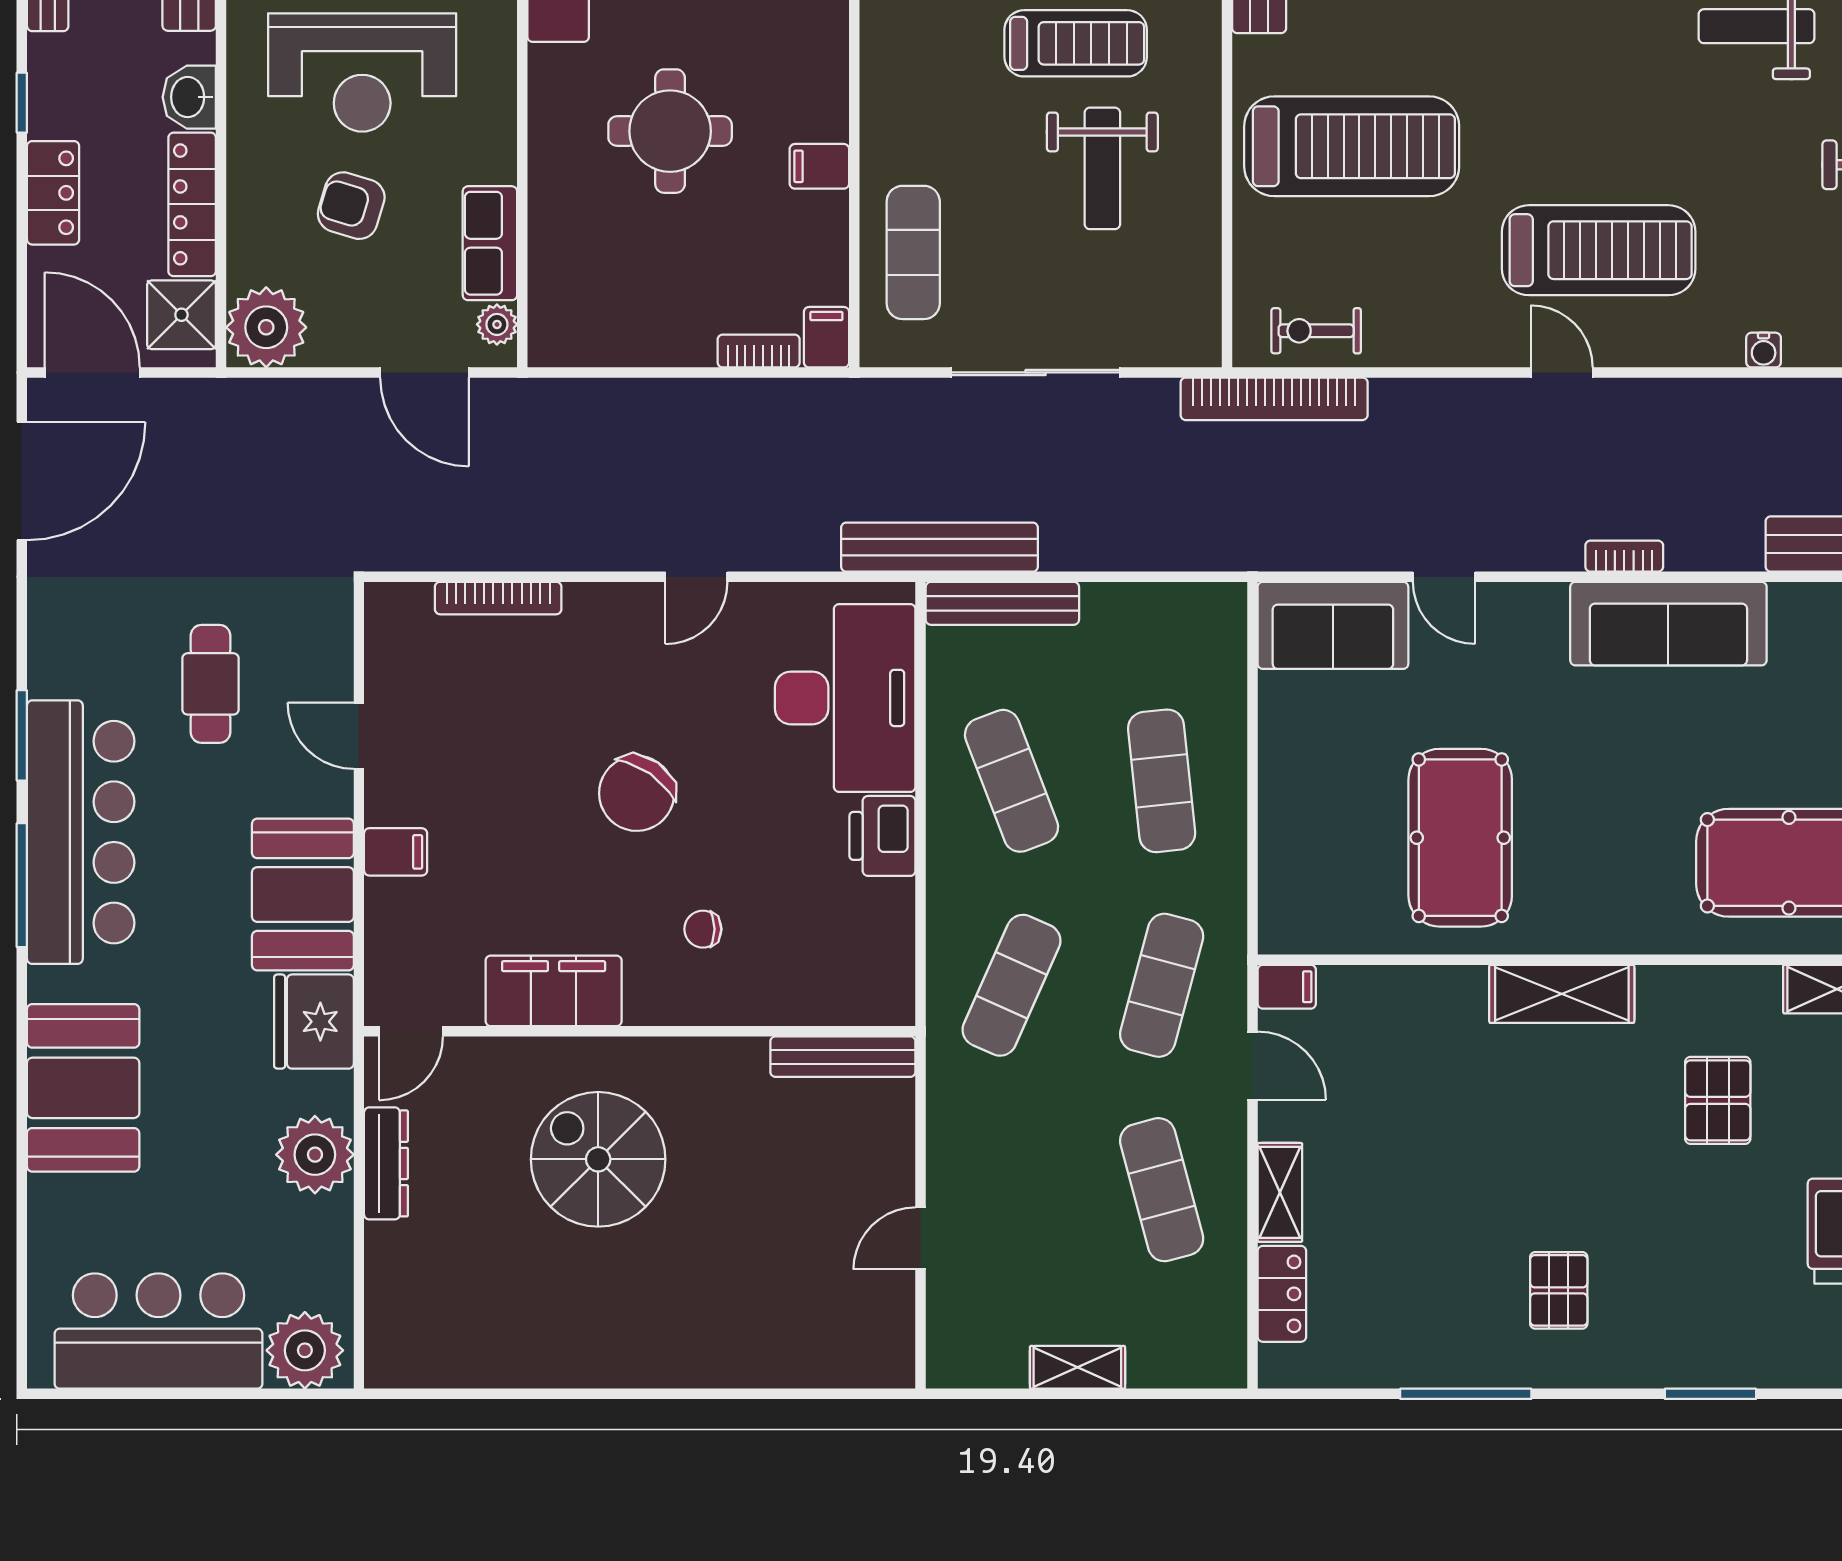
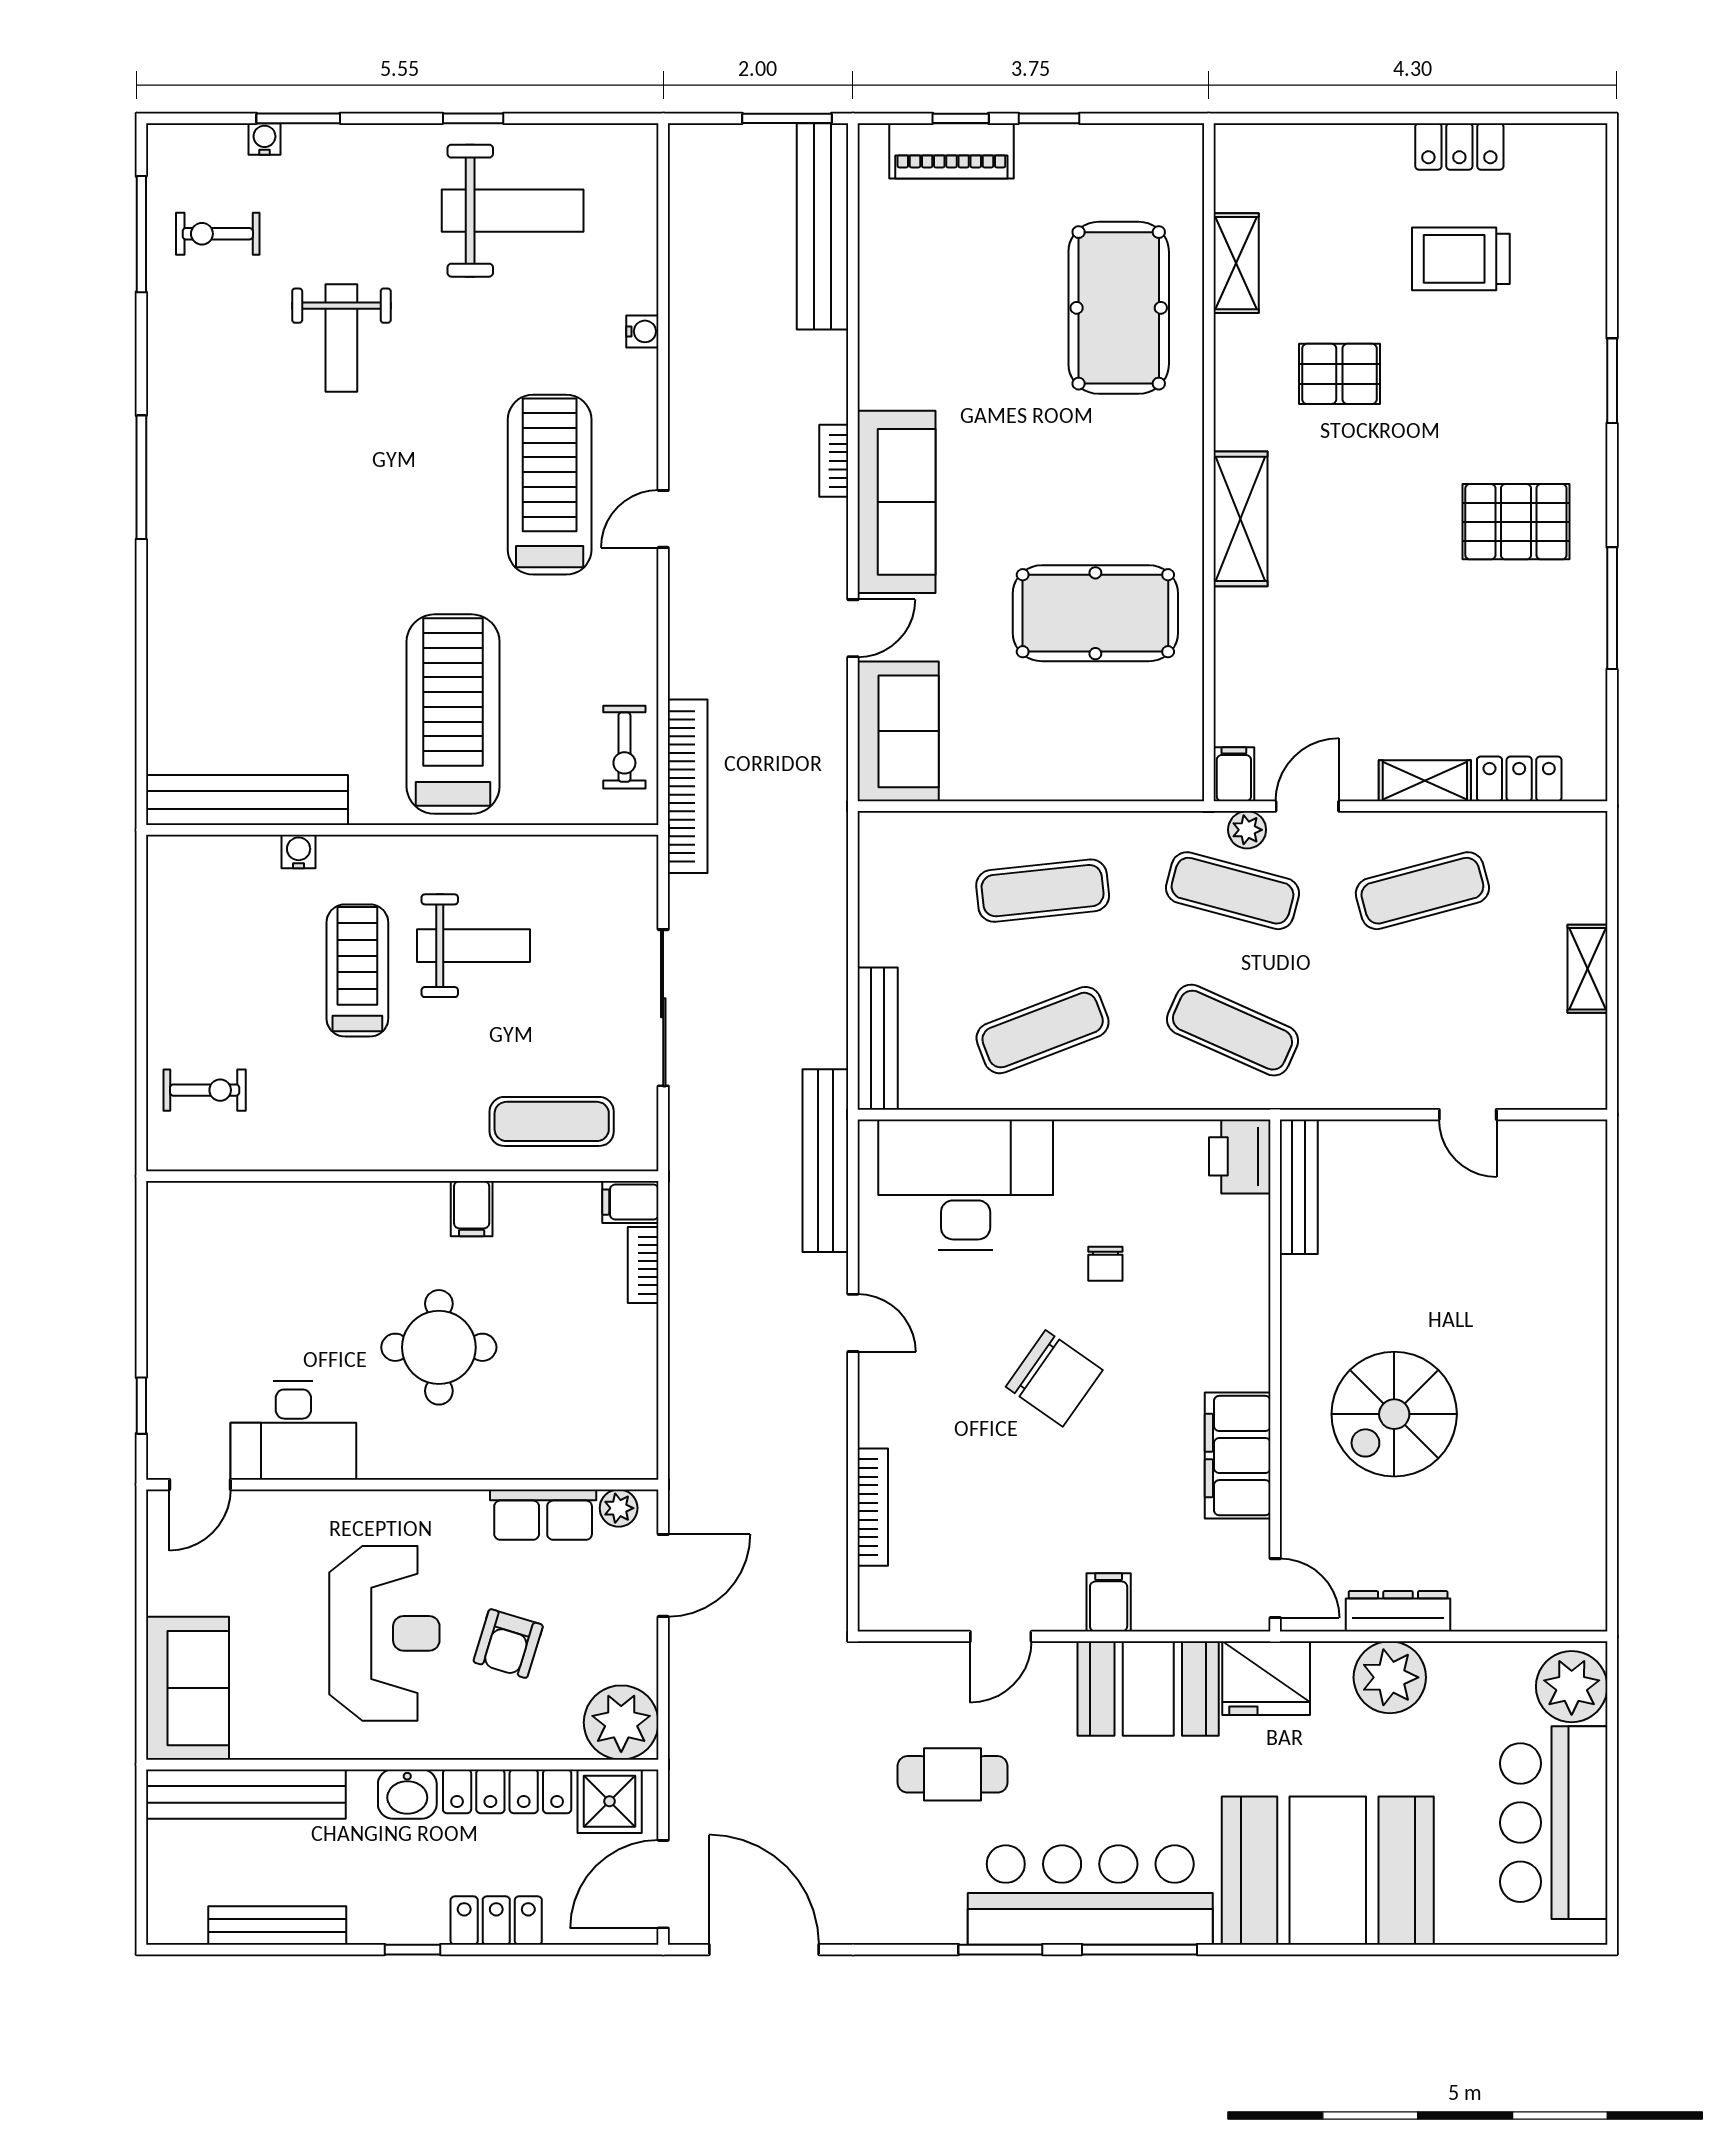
bench: (939, 547) -> (825, 1161), moved
sofa: (1668, 624) -> (896, 502), moved
printer: (882, 836) -> (1240, 1156), moved, turned 90
chair: (703, 929) -> (1105, 1264), moved
plant: (1227, 1001) -> (1247, 830), added
booth: (83, 1088) -> (1328, 1871), width x1.36, depth x1.42
pallet: (1559, 1290) -> (1516, 522), width x1.50, depth x1.42

